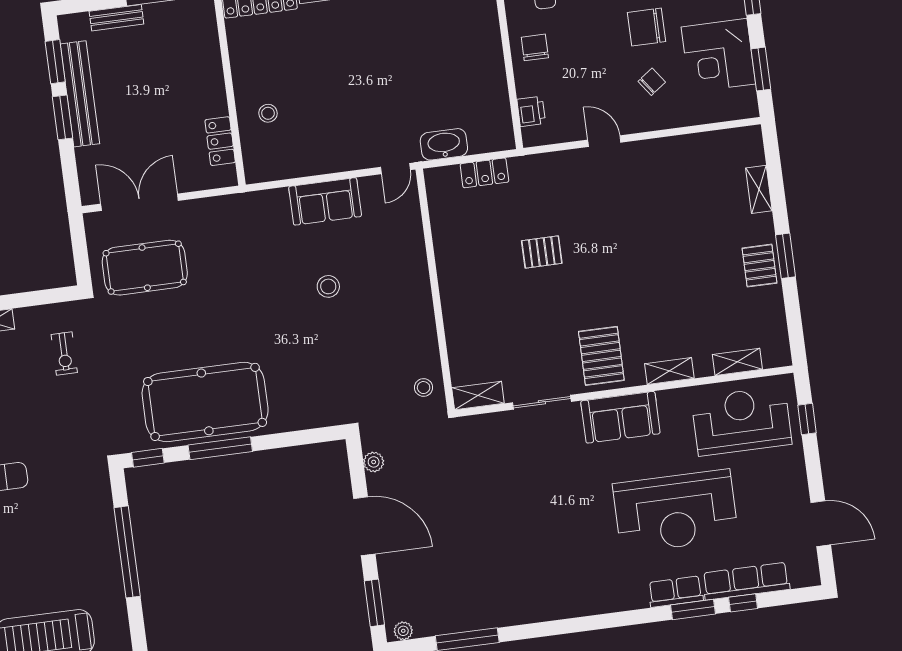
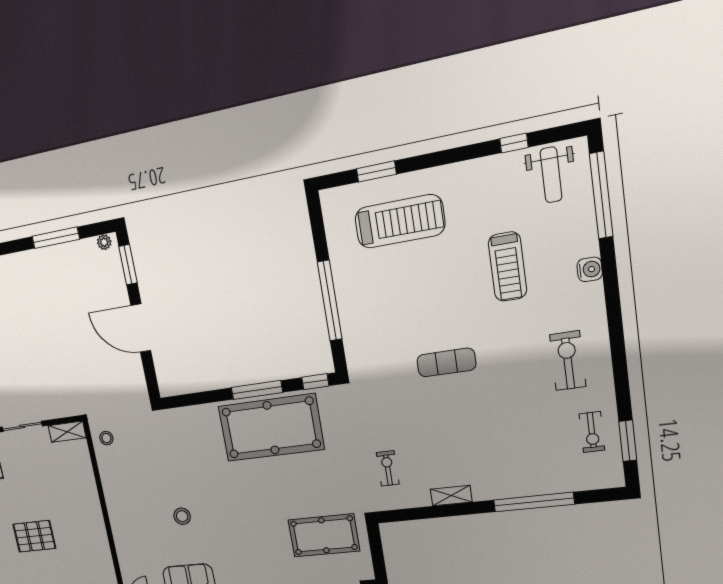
pallet: (542, 252) -> (34, 536), width x1.50, depth x1.42
plant: (374, 462) -> (138, 380), removed

